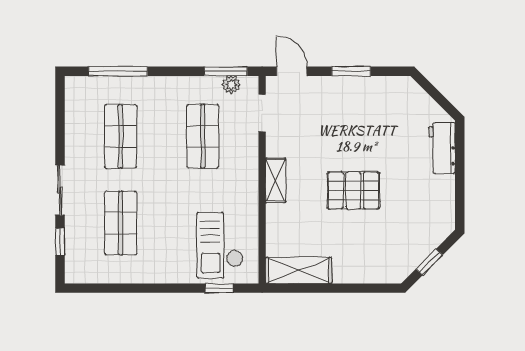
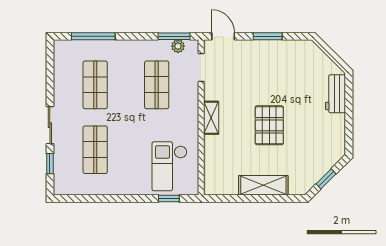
pallet: (353, 190) -> (269, 125), turned 90
shelving: (298, 270) -> (263, 185), moved

